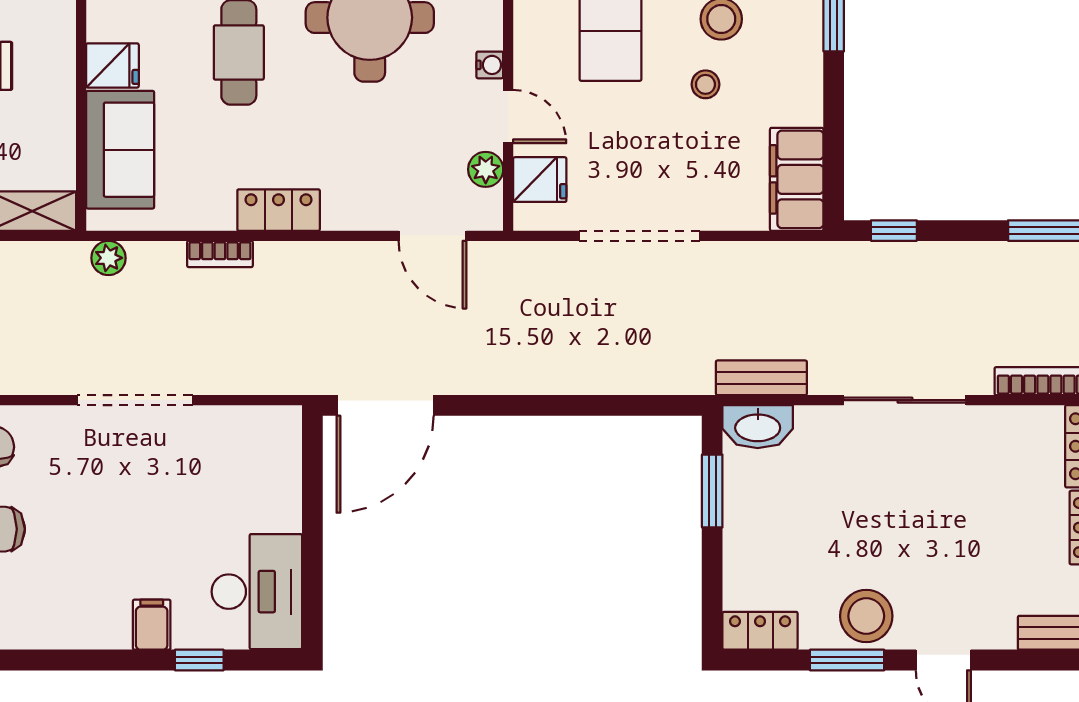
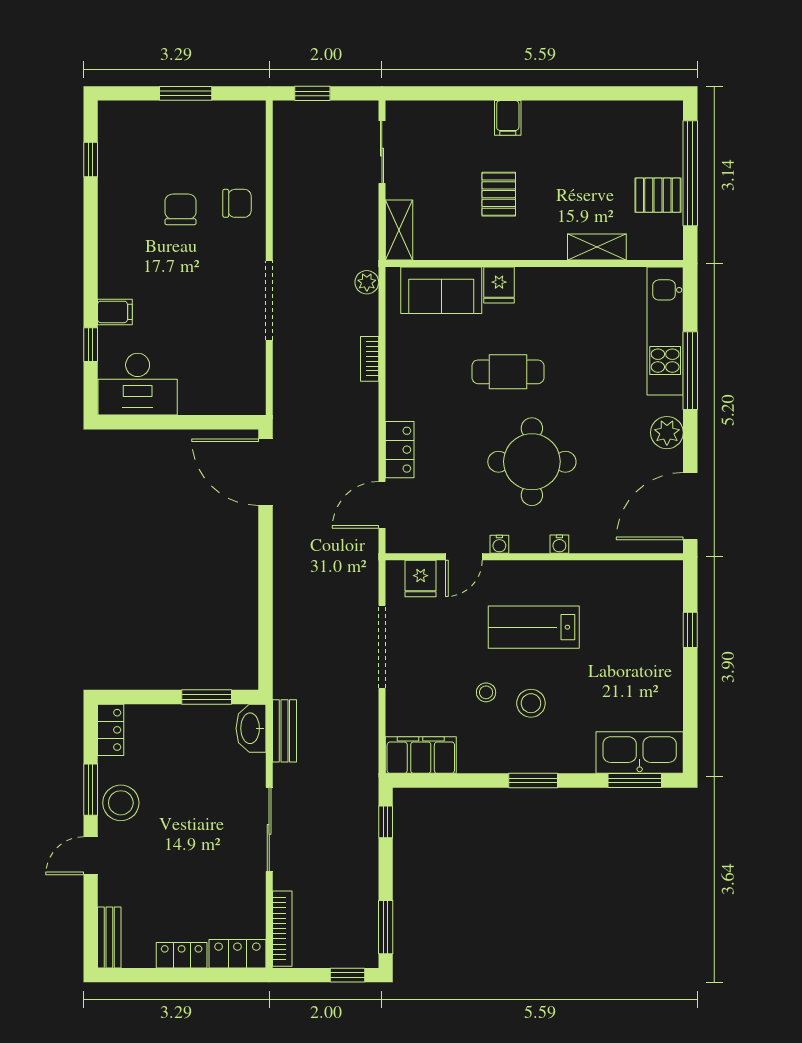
plant: (486, 169) -> (428, 541), removed
locker: (279, 210) -> (400, 450), moved

